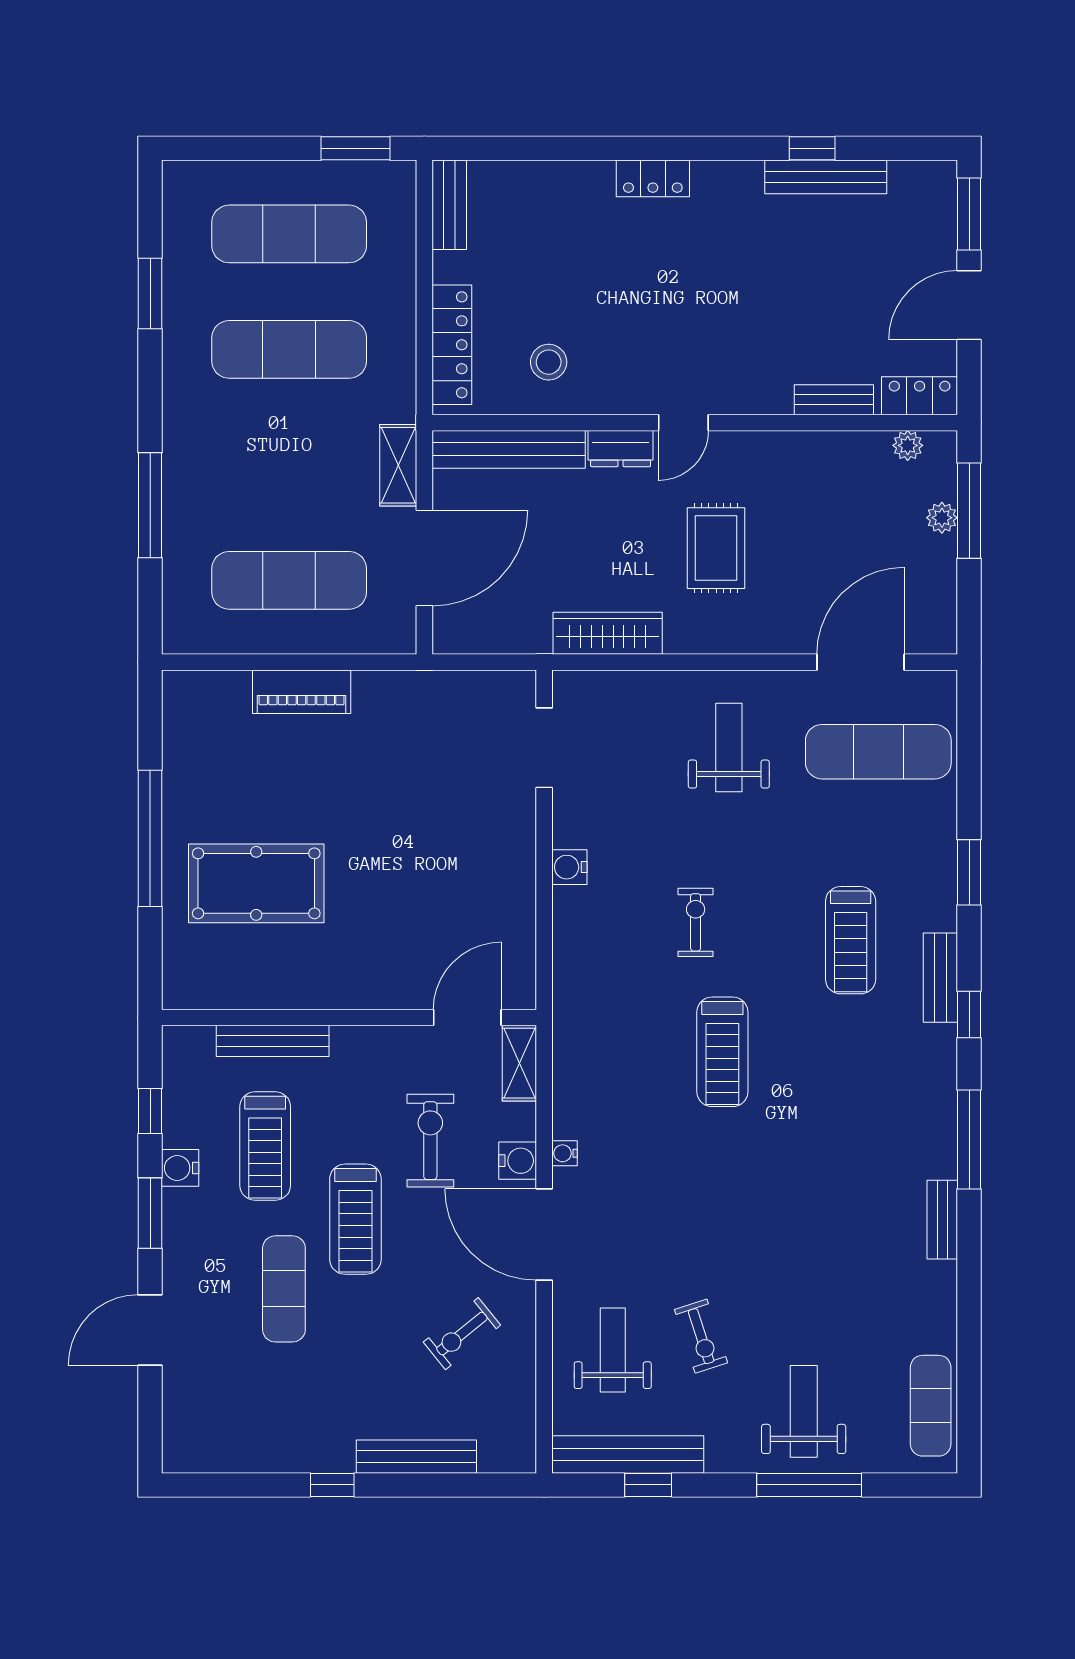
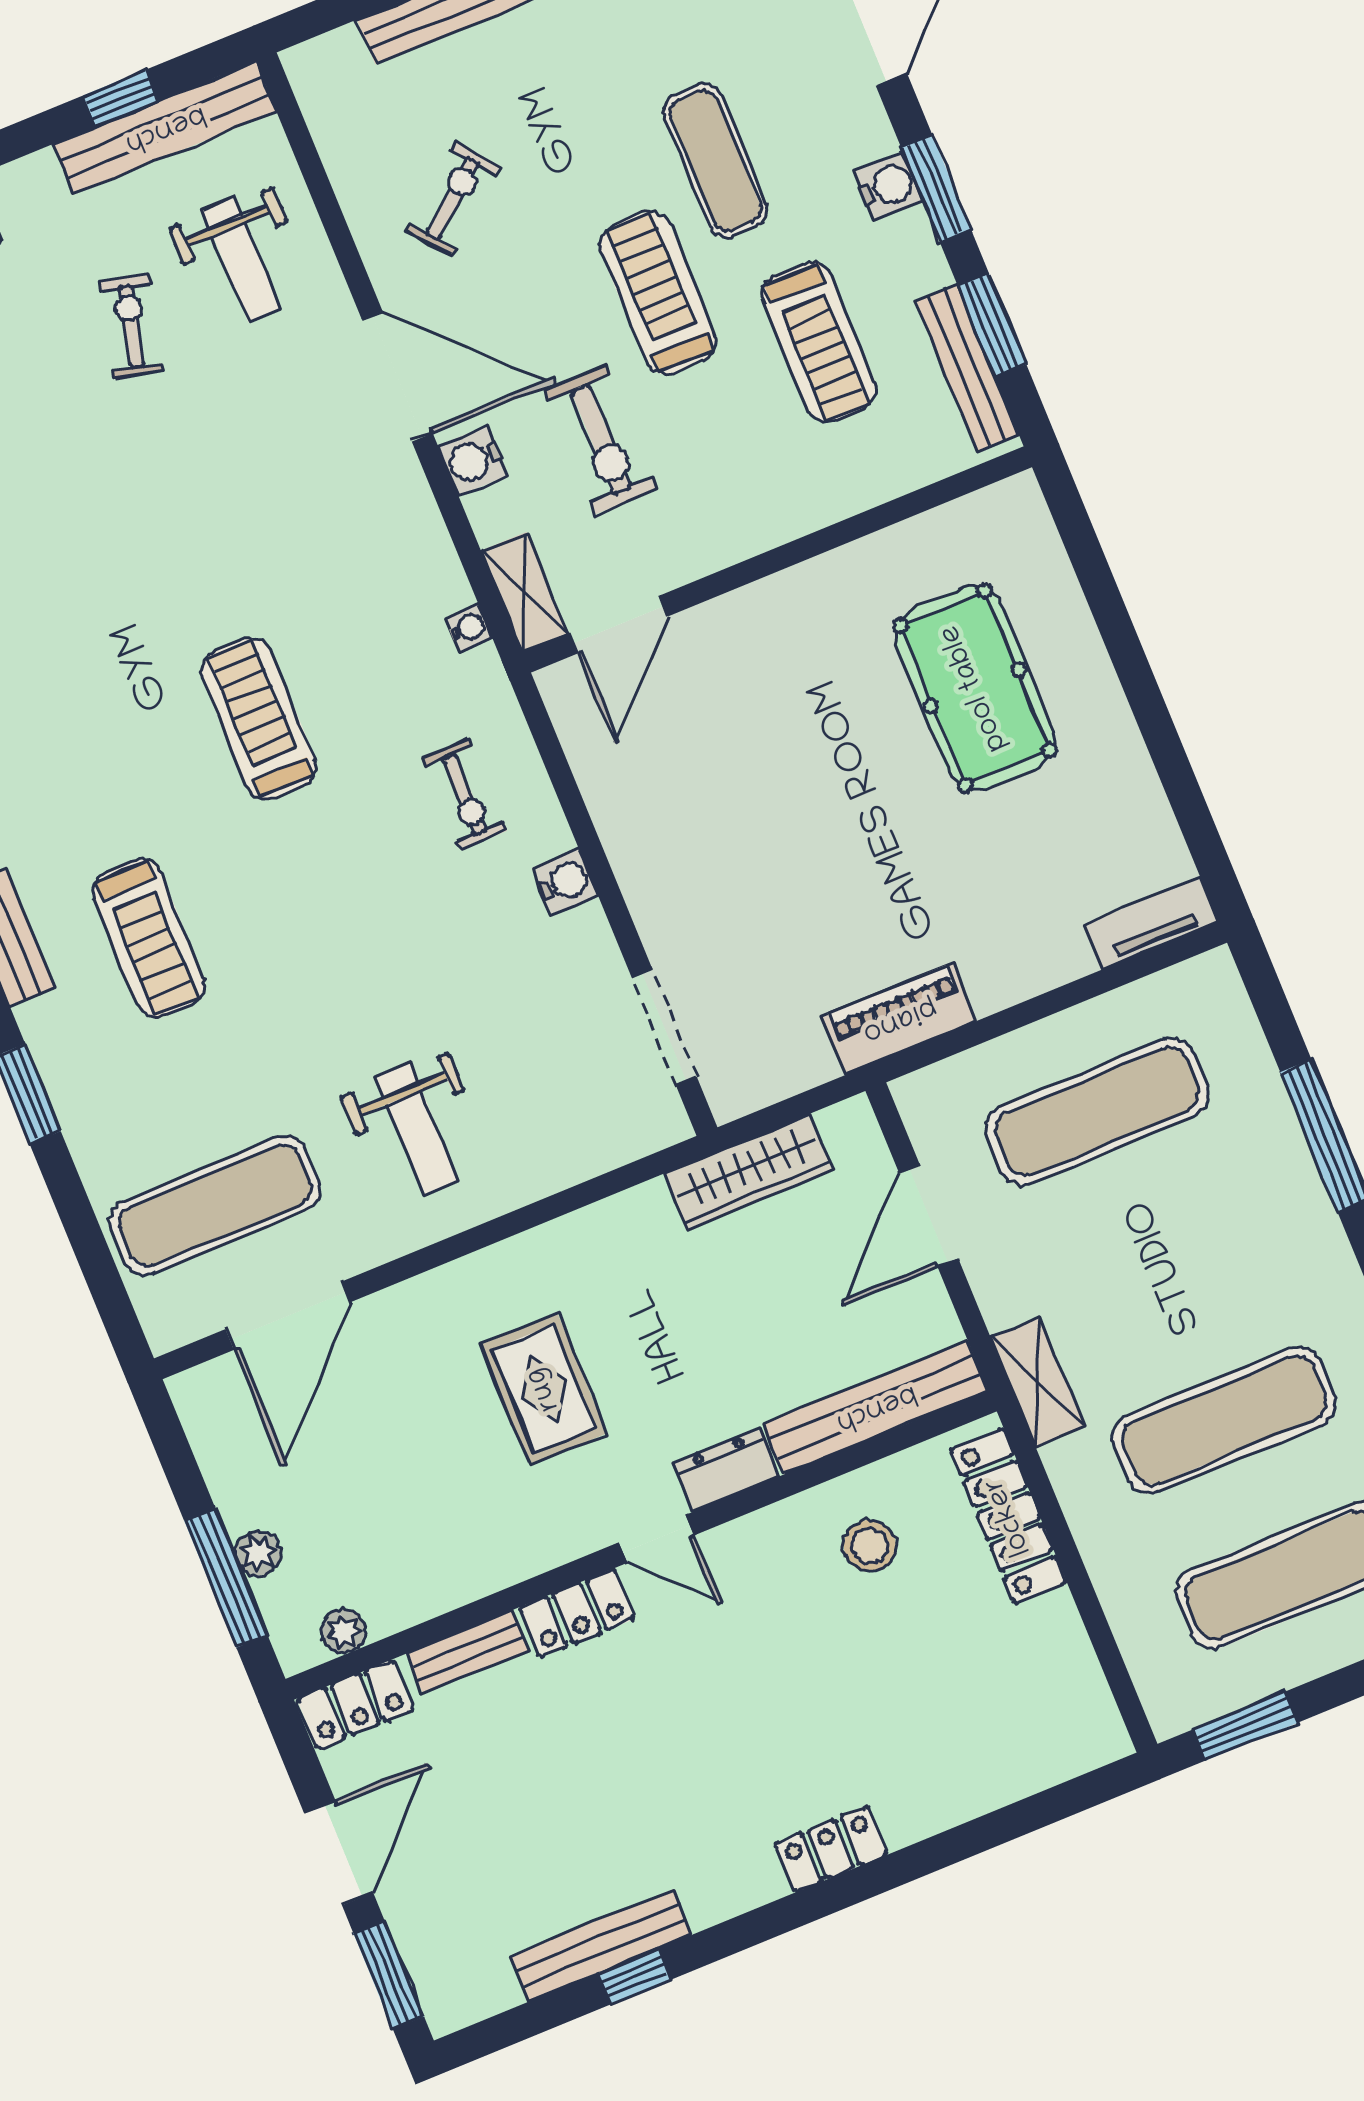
bench: (449, 205) -> (1089, 1702), removed
locker: (754, 396) -> (577, 1613), added
door: (683, 423) -> (656, 1539), swing flipped
shelving: (398, 465) -> (1038, 1382), moved
door: (424, 558) -> (929, 1216), width x0.73
wardrobe: (608, 633) -> (748, 1172), moved
tv unit: (206, 687) -> (1151, 924), added
piano: (302, 692) -> (899, 1019), moved
window: (150, 838) -> (1142, 690), removed
pool table: (256, 883) -> (975, 688), turned 90
exercise bike: (696, 922) -> (465, 795), moved
treadmill: (851, 940) -> (149, 938), turned 180
bench: (273, 1041) -> (967, 368), moved, turned 90
window: (150, 1111) -> (992, 325), width x1.50
treadmill: (265, 1146) -> (819, 342), turned 180
water cooler: (564, 1153) -> (469, 628), moved
water cooler: (180, 1168) -> (888, 186), moved
exercise bike: (701, 1336) -> (131, 326), turned 32

